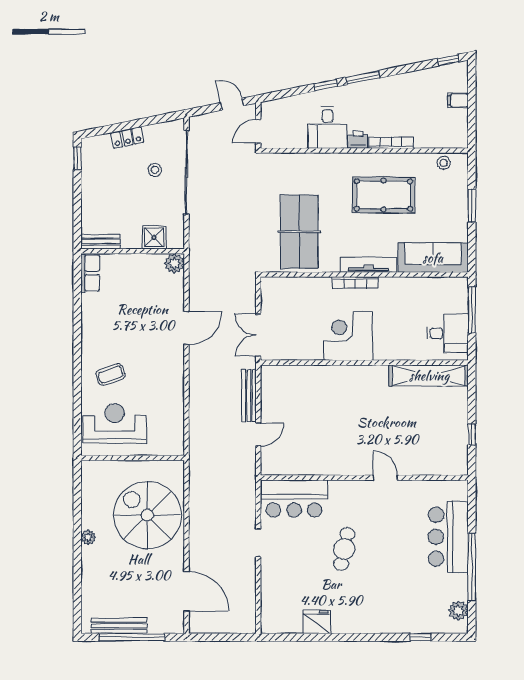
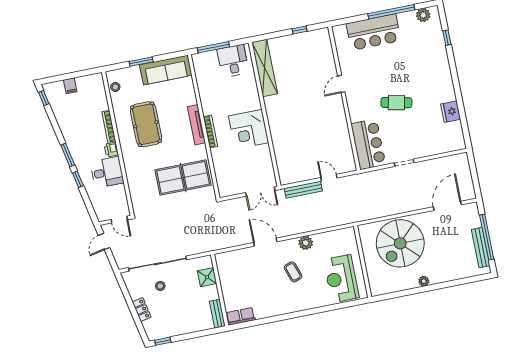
sofa: (433, 258) -> (166, 70), moved, turned -90
plant: (174, 263) -> (306, 243), moved
coffee table: (111, 375) -> (293, 272), moved

